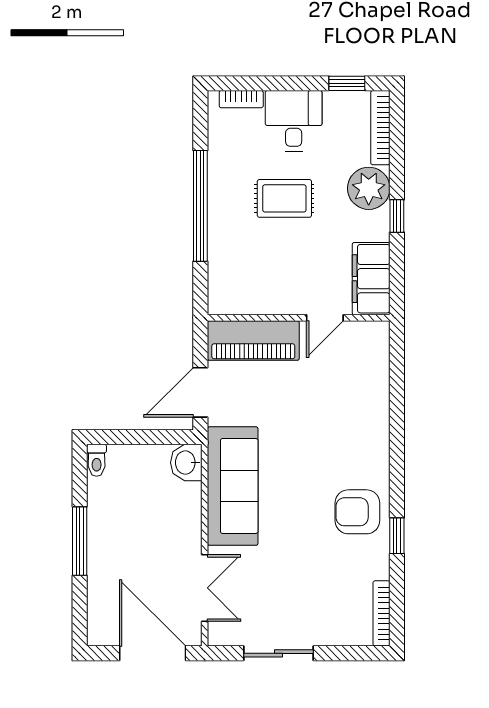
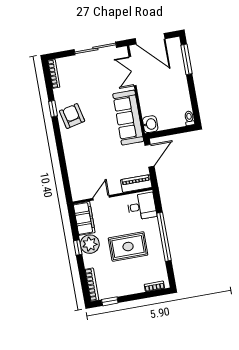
desk: (294, 121) -> (142, 206), moved, turned -90
plant: (369, 188) -> (90, 244), moved
rug: (284, 198) -> (128, 247), width x1.36, depth x1.43
piano: (253, 341) -> (136, 184), width x0.73, depth x0.75
armchair: (357, 512) -> (72, 116), turned -103
window: (80, 541) -> (186, 59), moved
sliding door: (278, 653) -> (95, 48), width x1.37

